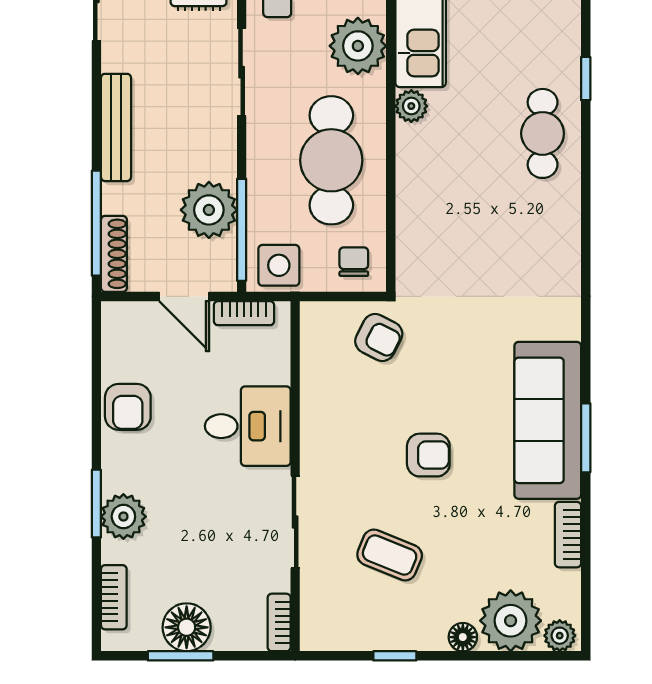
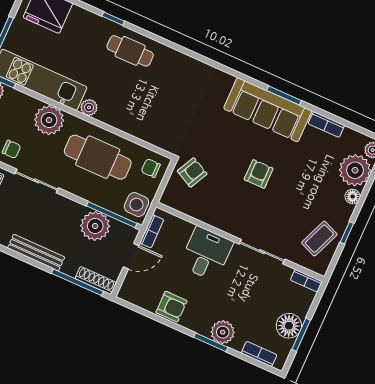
coffee table: (390, 555) -> (319, 239), moved

